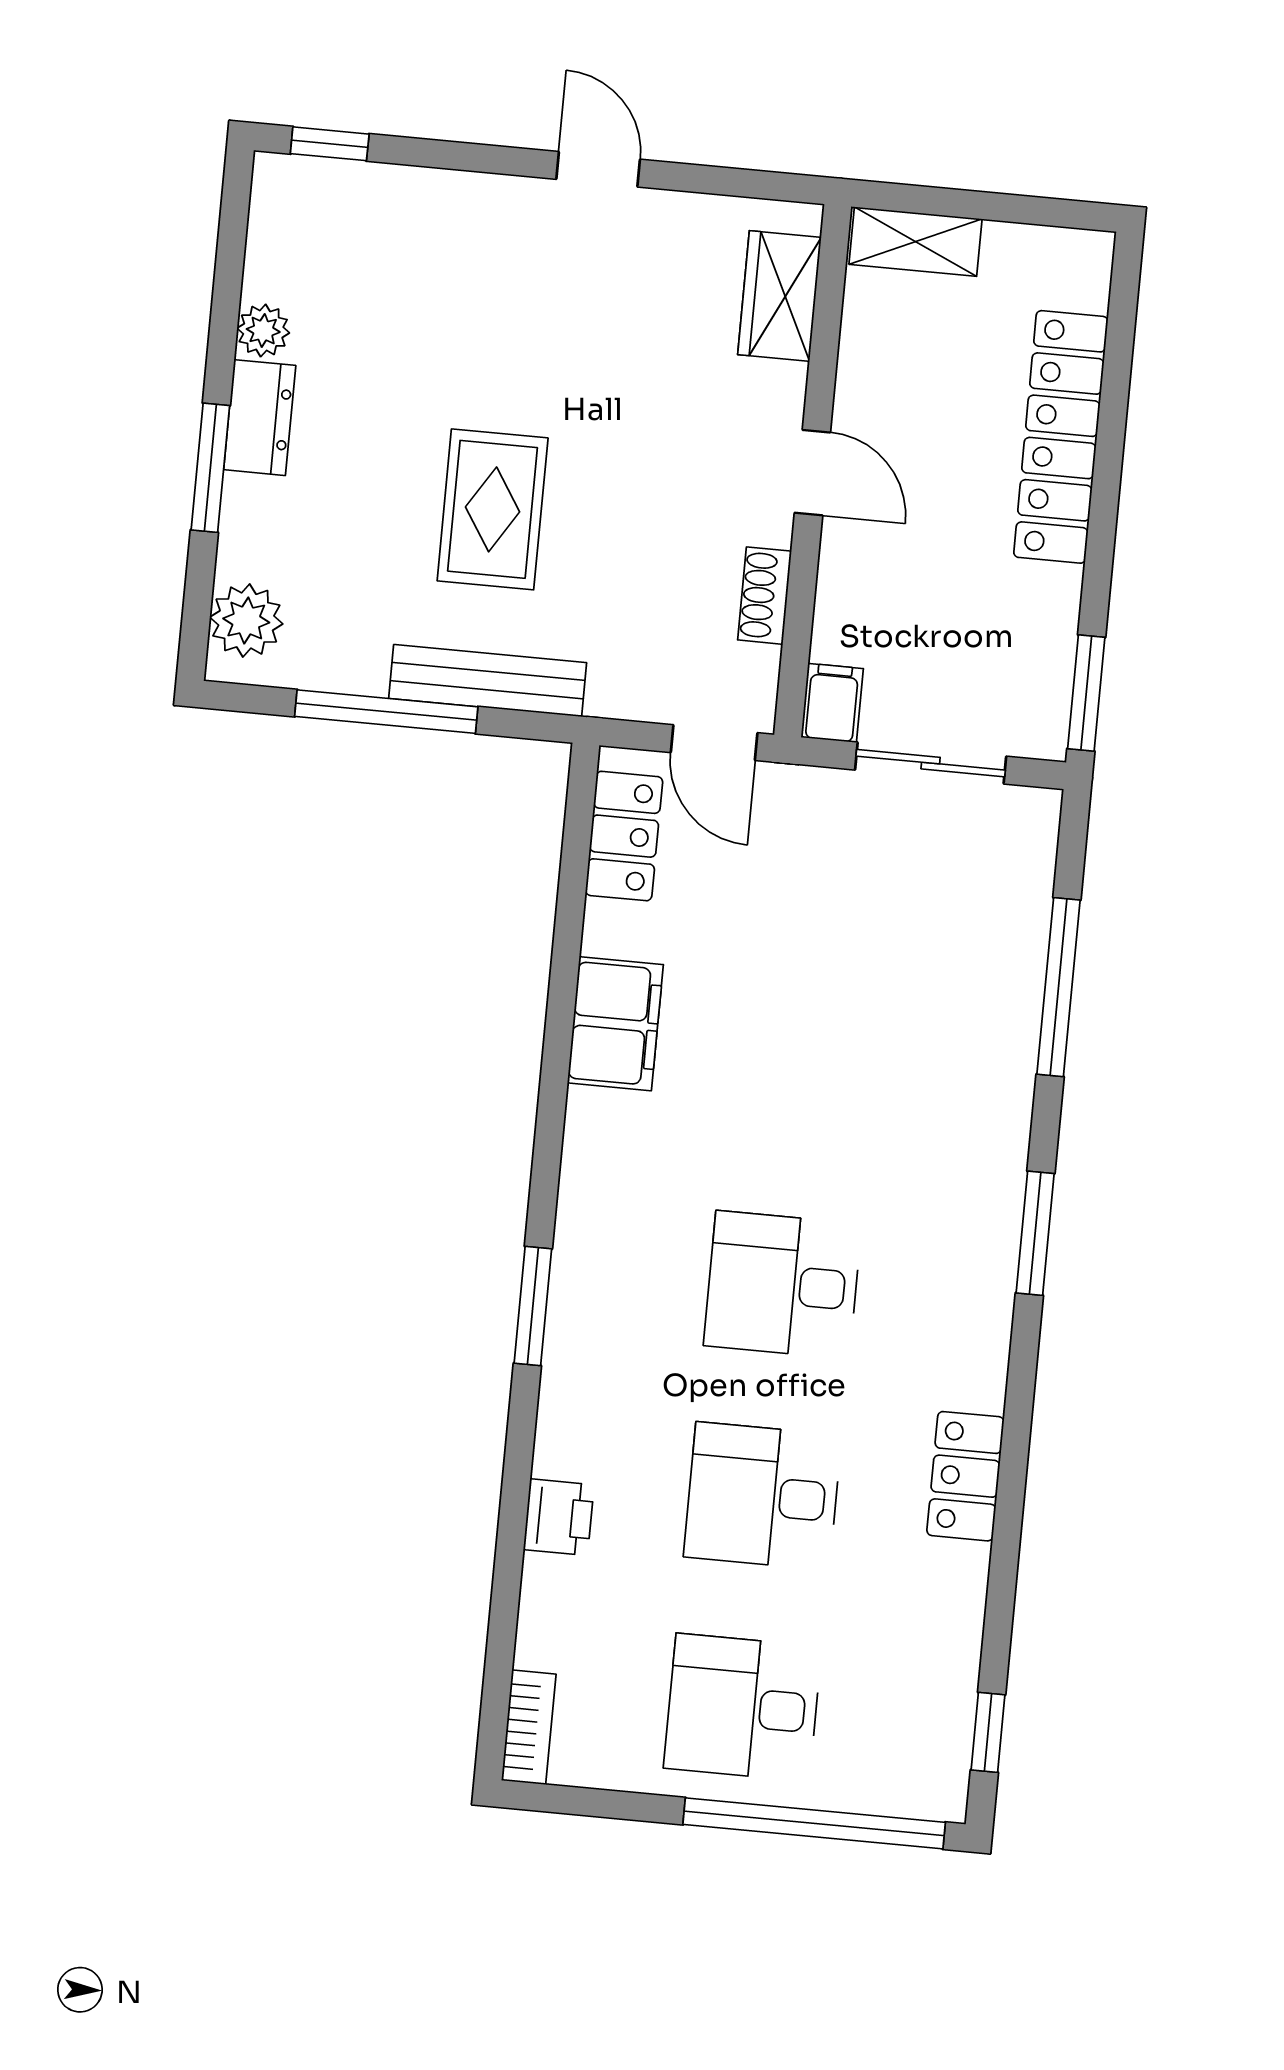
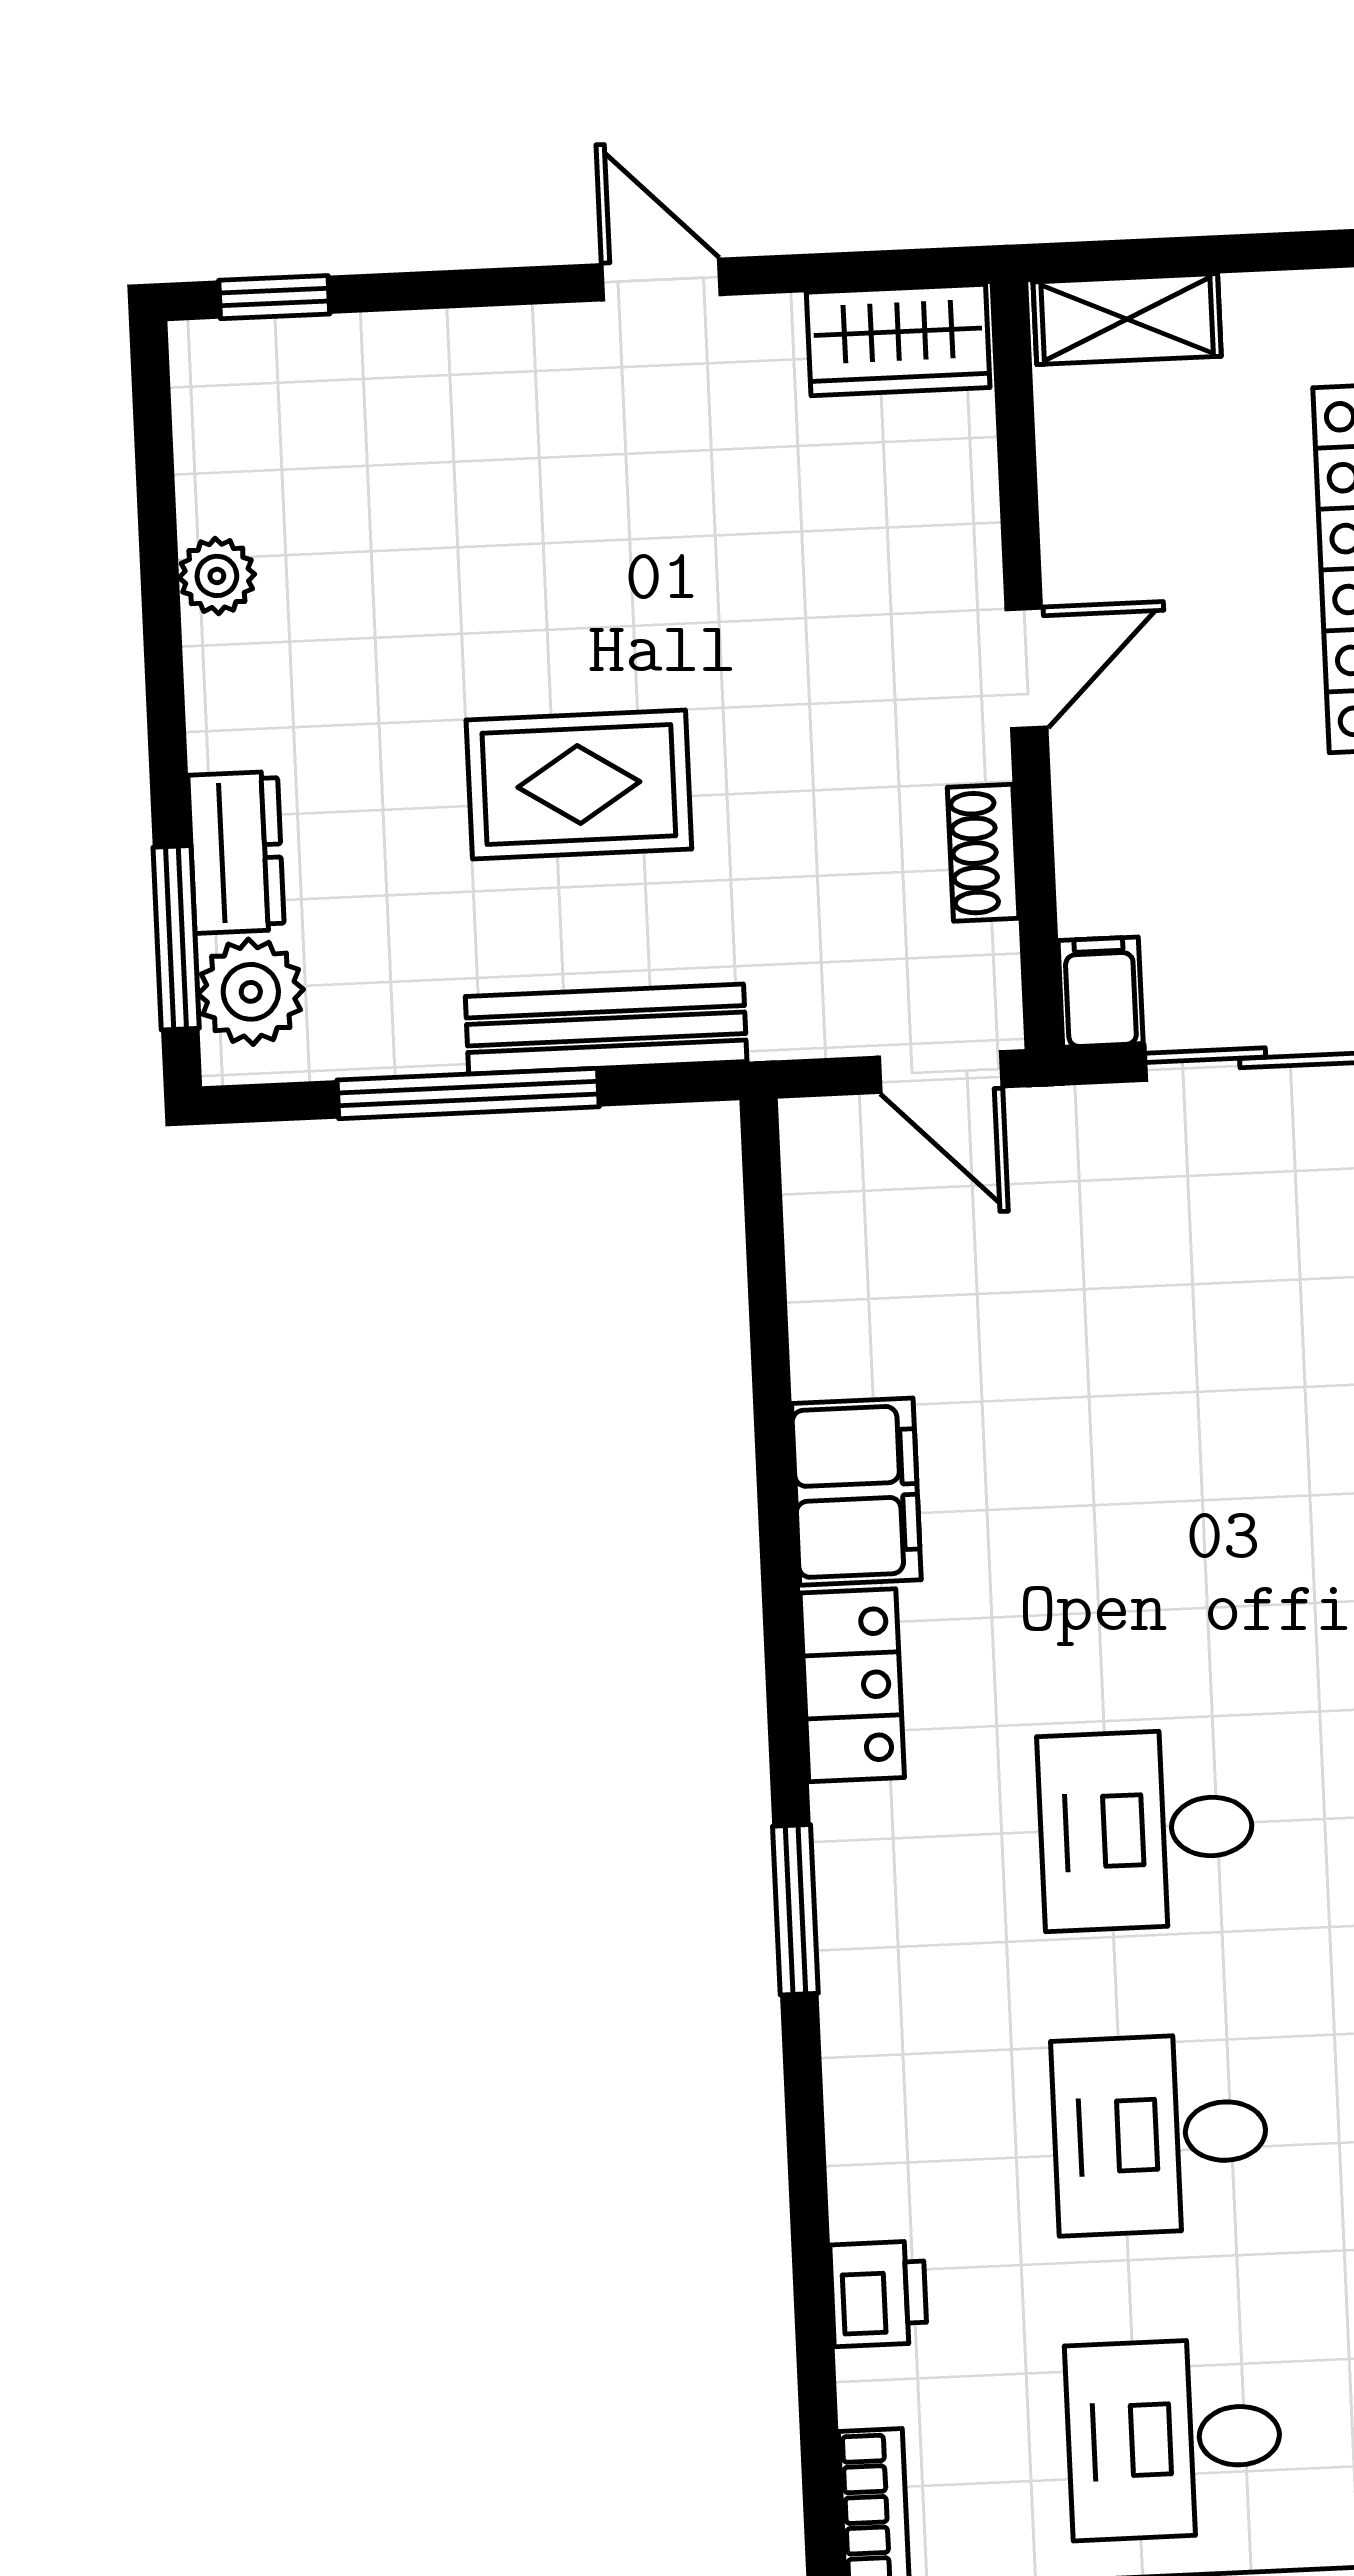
wardrobe: (779, 296) -> (898, 340), moved, turned -90
dresser: (260, 418) -> (236, 852), moved
window: (210, 468) -> (176, 938), moved
door: (812, 473) -> (1027, 668), hinge flipped
rug: (493, 509) -> (579, 784), turned 90
locker: (624, 836) -> (852, 1685), moved
printer: (559, 1517) -> (879, 2294), moved

